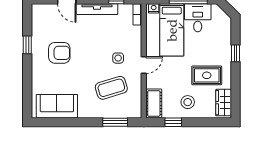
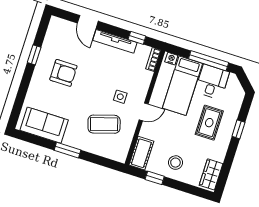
rug: (207, 75) -> (209, 123), moved, turned 90
window: (115, 122) -> (68, 150), moved

